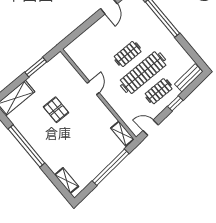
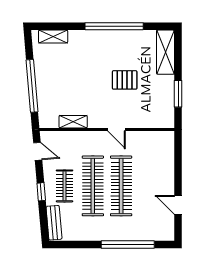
clothes rail: (128, 54) -> (121, 186), width x1.86, depth x1.31
door: (151, 128) -> (38, 151), hinge flipped
shelving: (122, 134) -> (73, 122), moved

